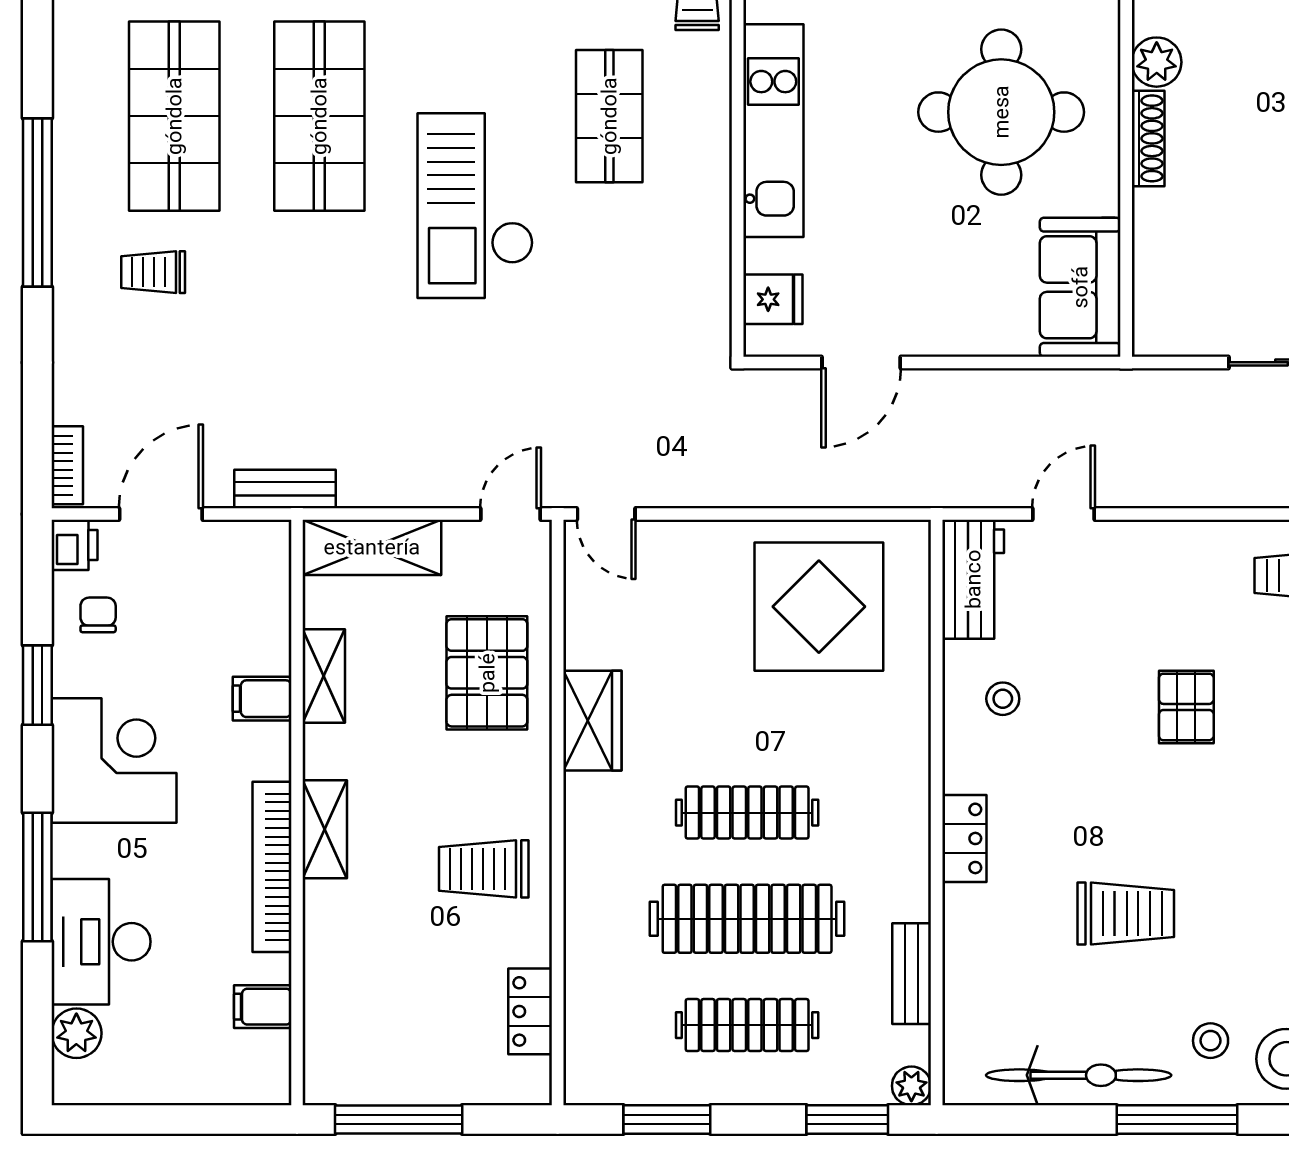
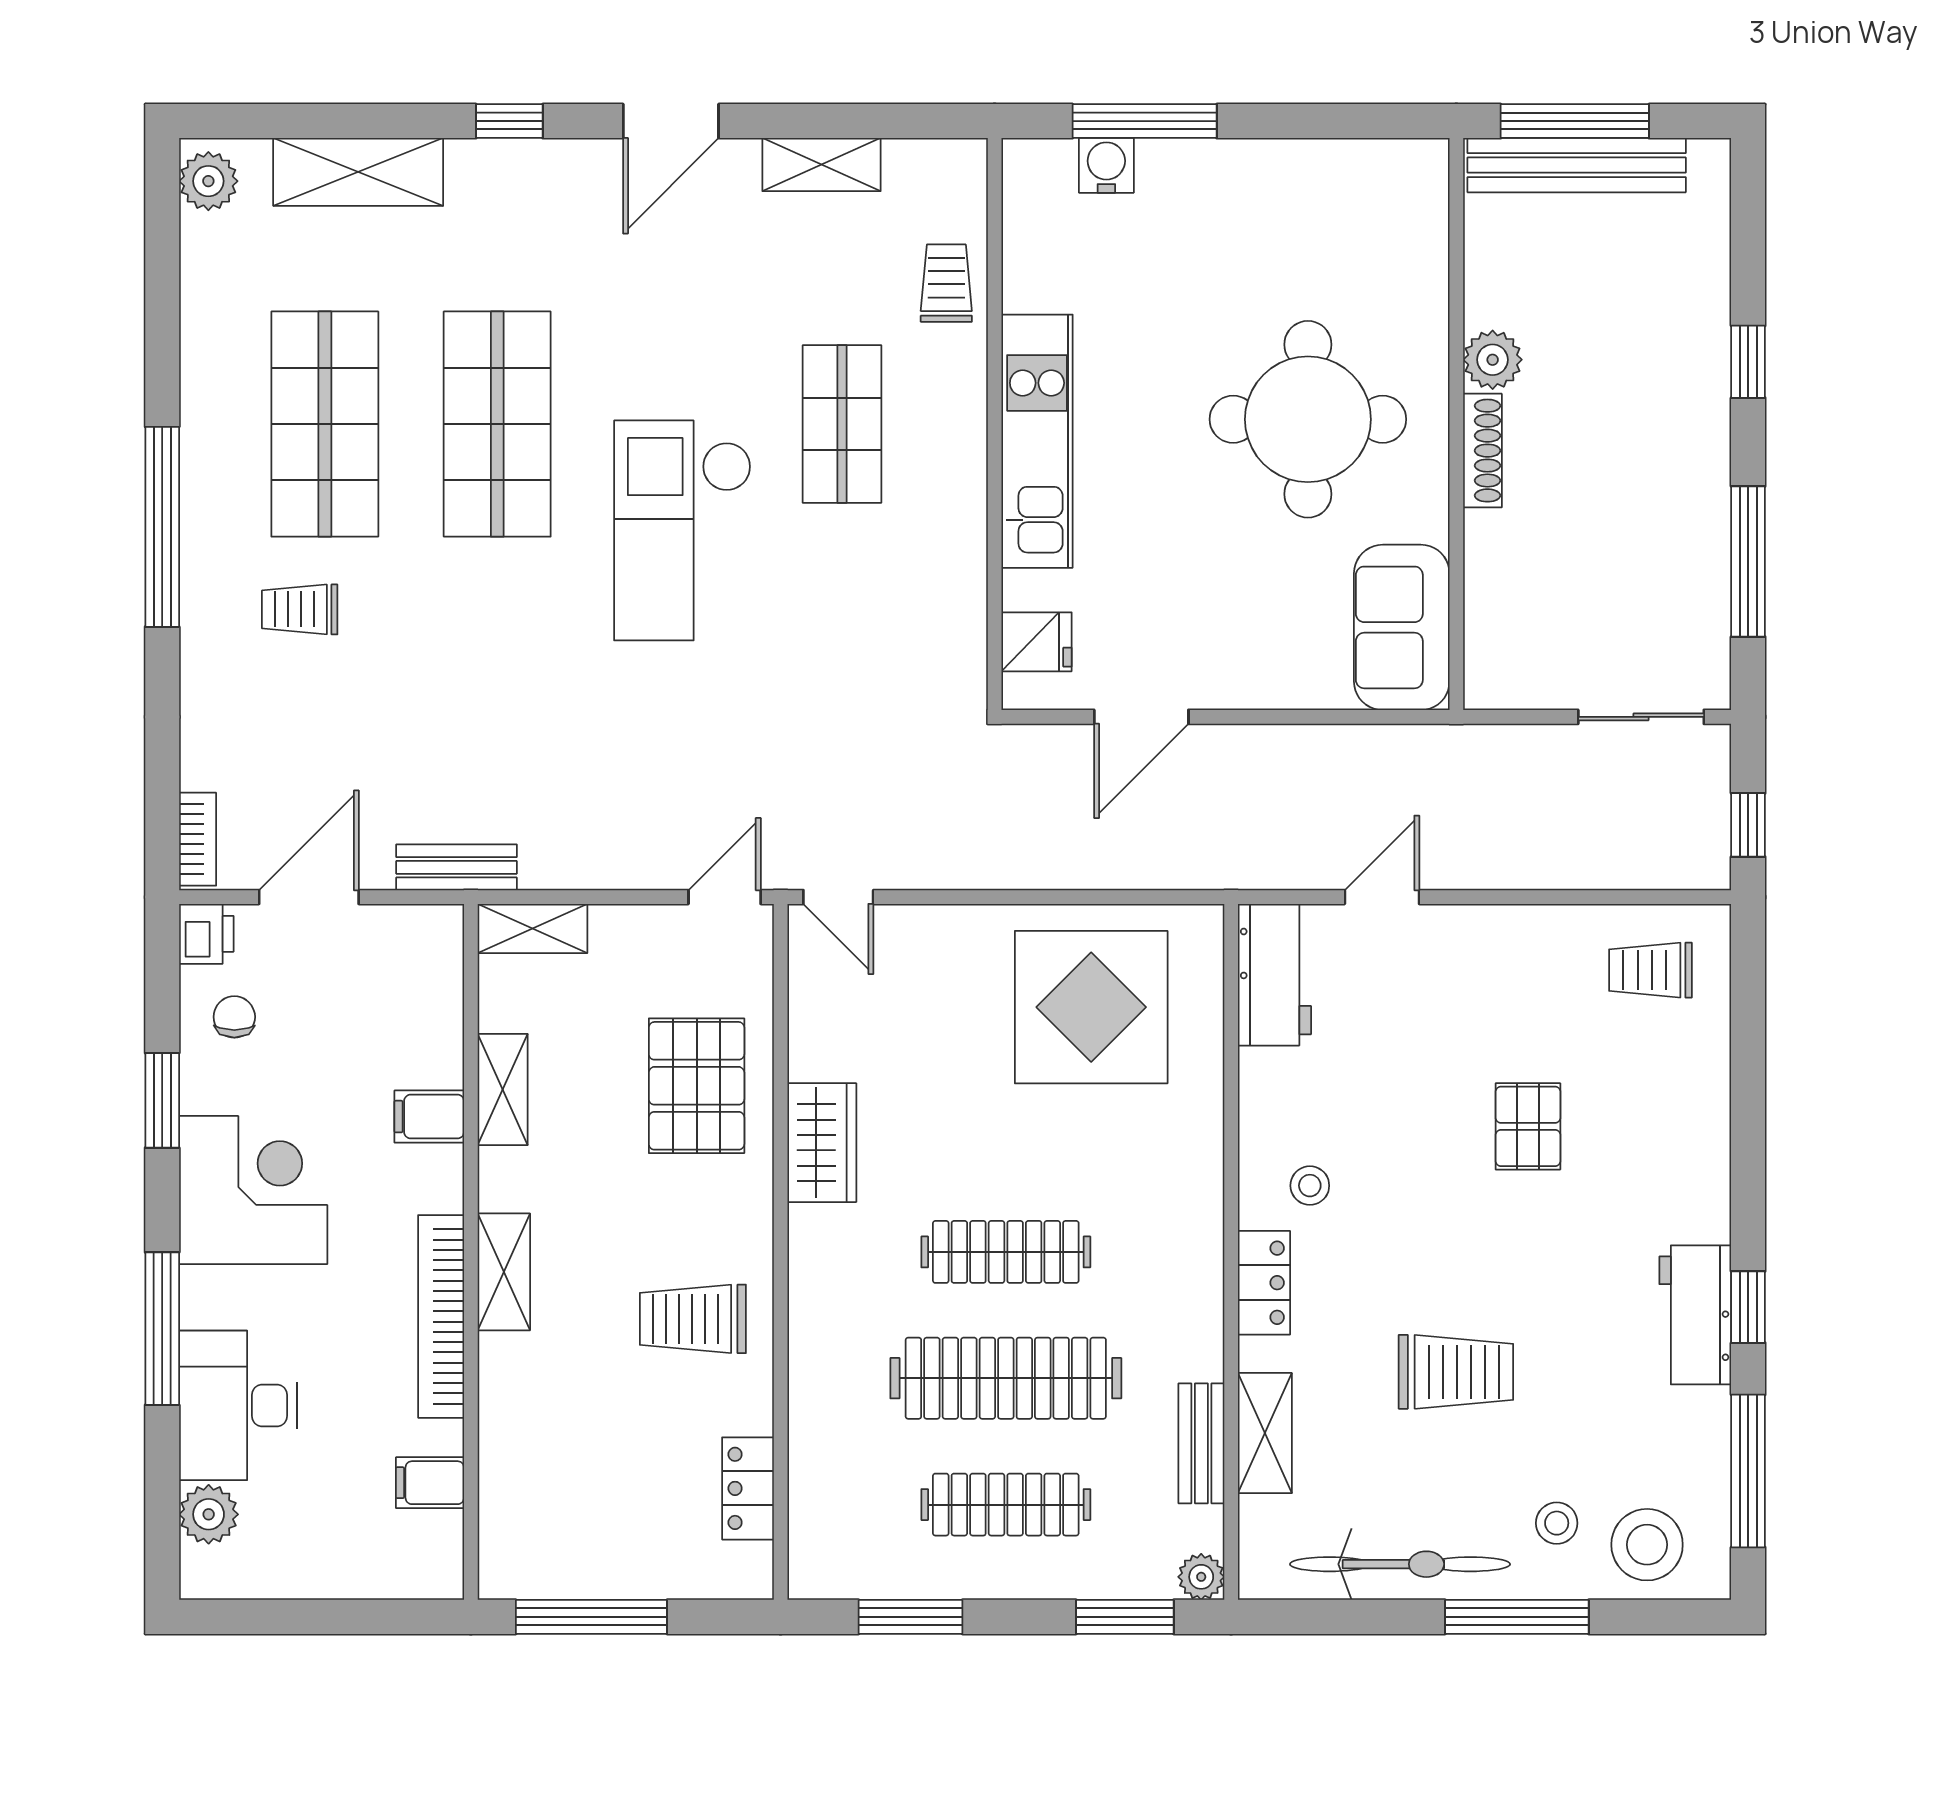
shelving: (372, 547) -> (532, 929), width x0.67, depth x0.75
stool: (1003, 699) -> (1310, 1186), moved
shelving: (965, 965) -> (1265, 1433), added

